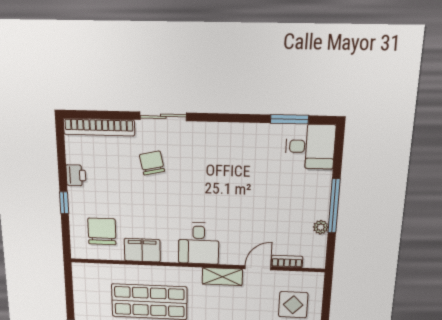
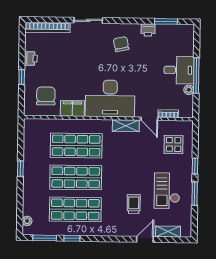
printer: (260, 133) -> (148, 30), added
desk: (310, 147) -> (179, 70), moved
chair: (152, 163) -> (121, 44), moved
desk: (199, 243) -> (110, 99), width x1.87, depth x1.30
door: (258, 268) -> (149, 119), swing flipped

